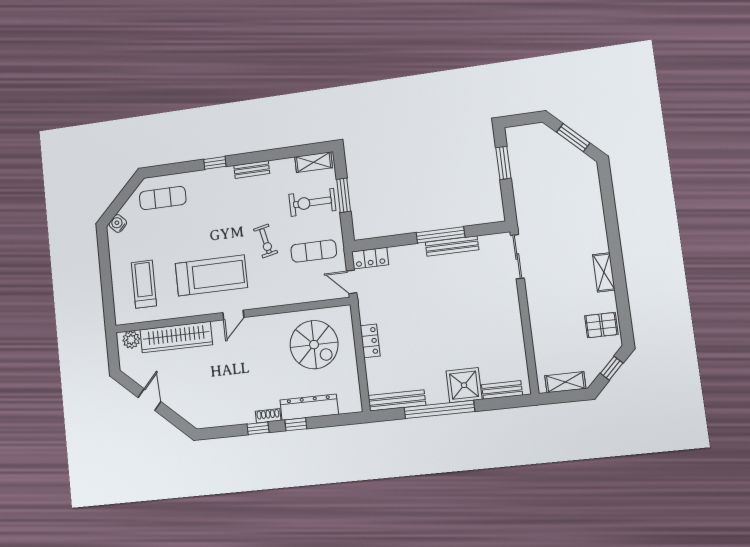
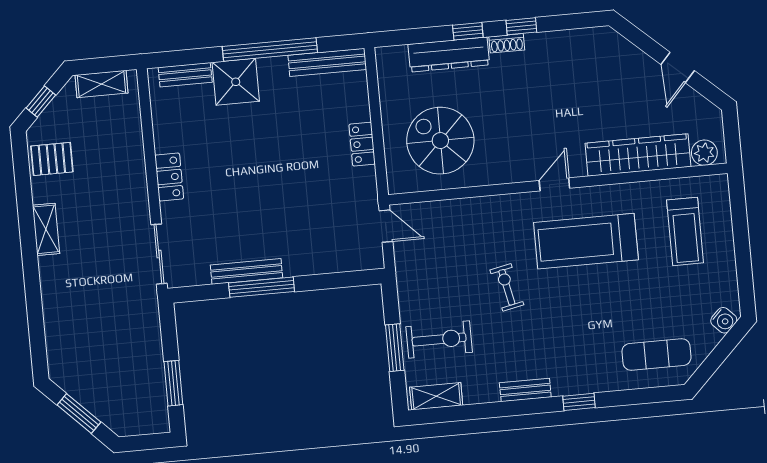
exercise mat: (314, 251) -> (438, 271), removed
locker: (370, 258) -> (169, 177), moved, turned 90

